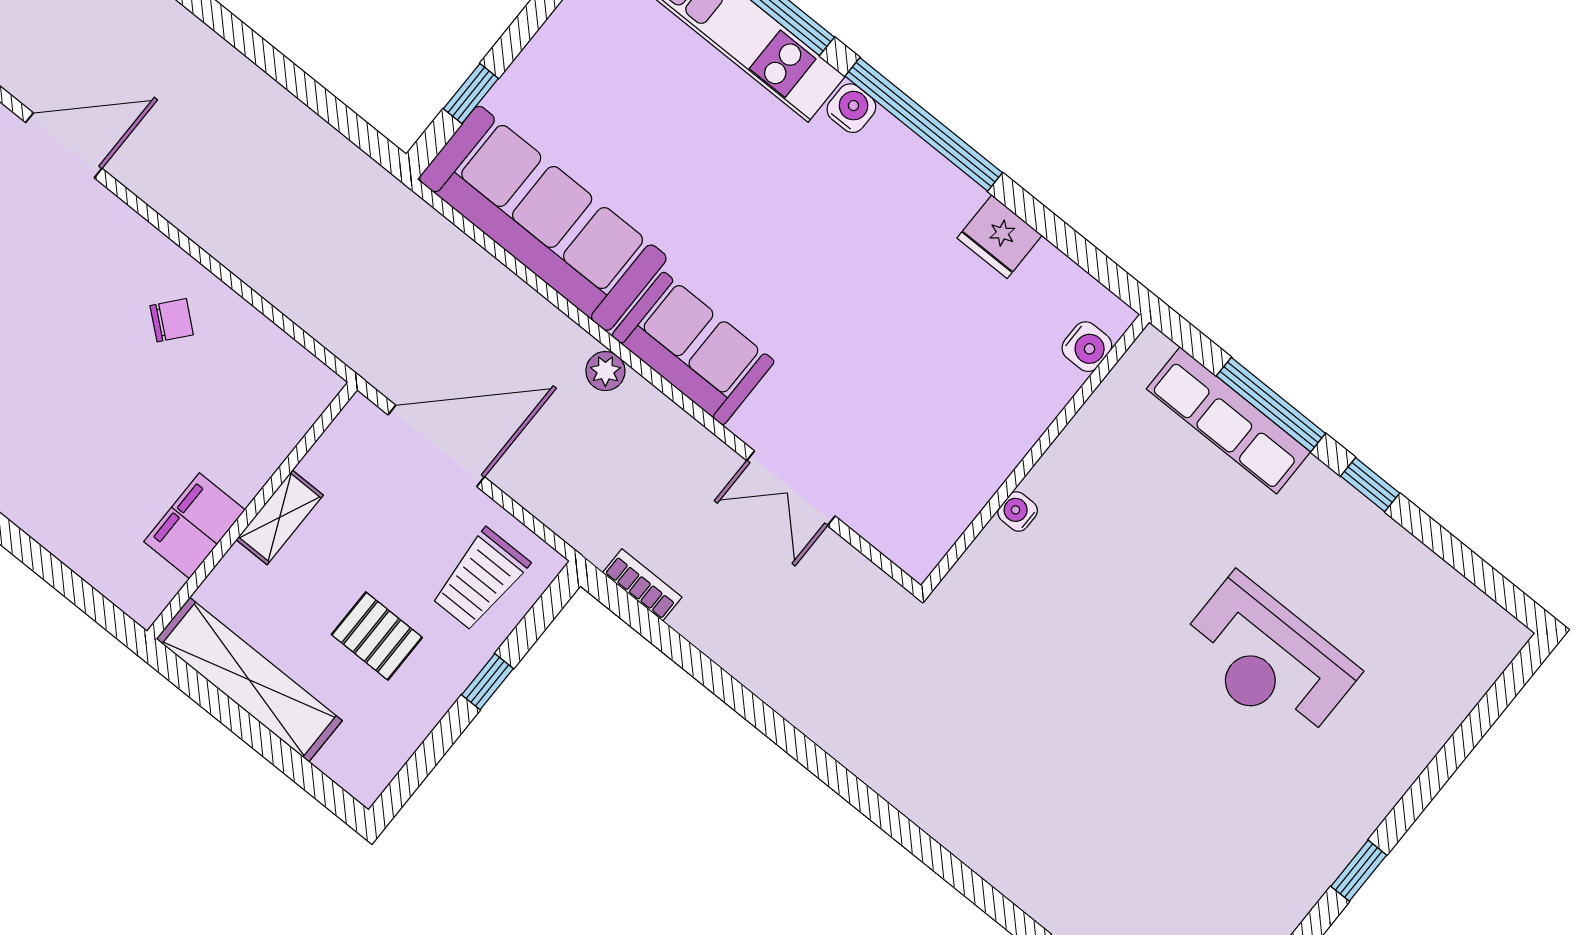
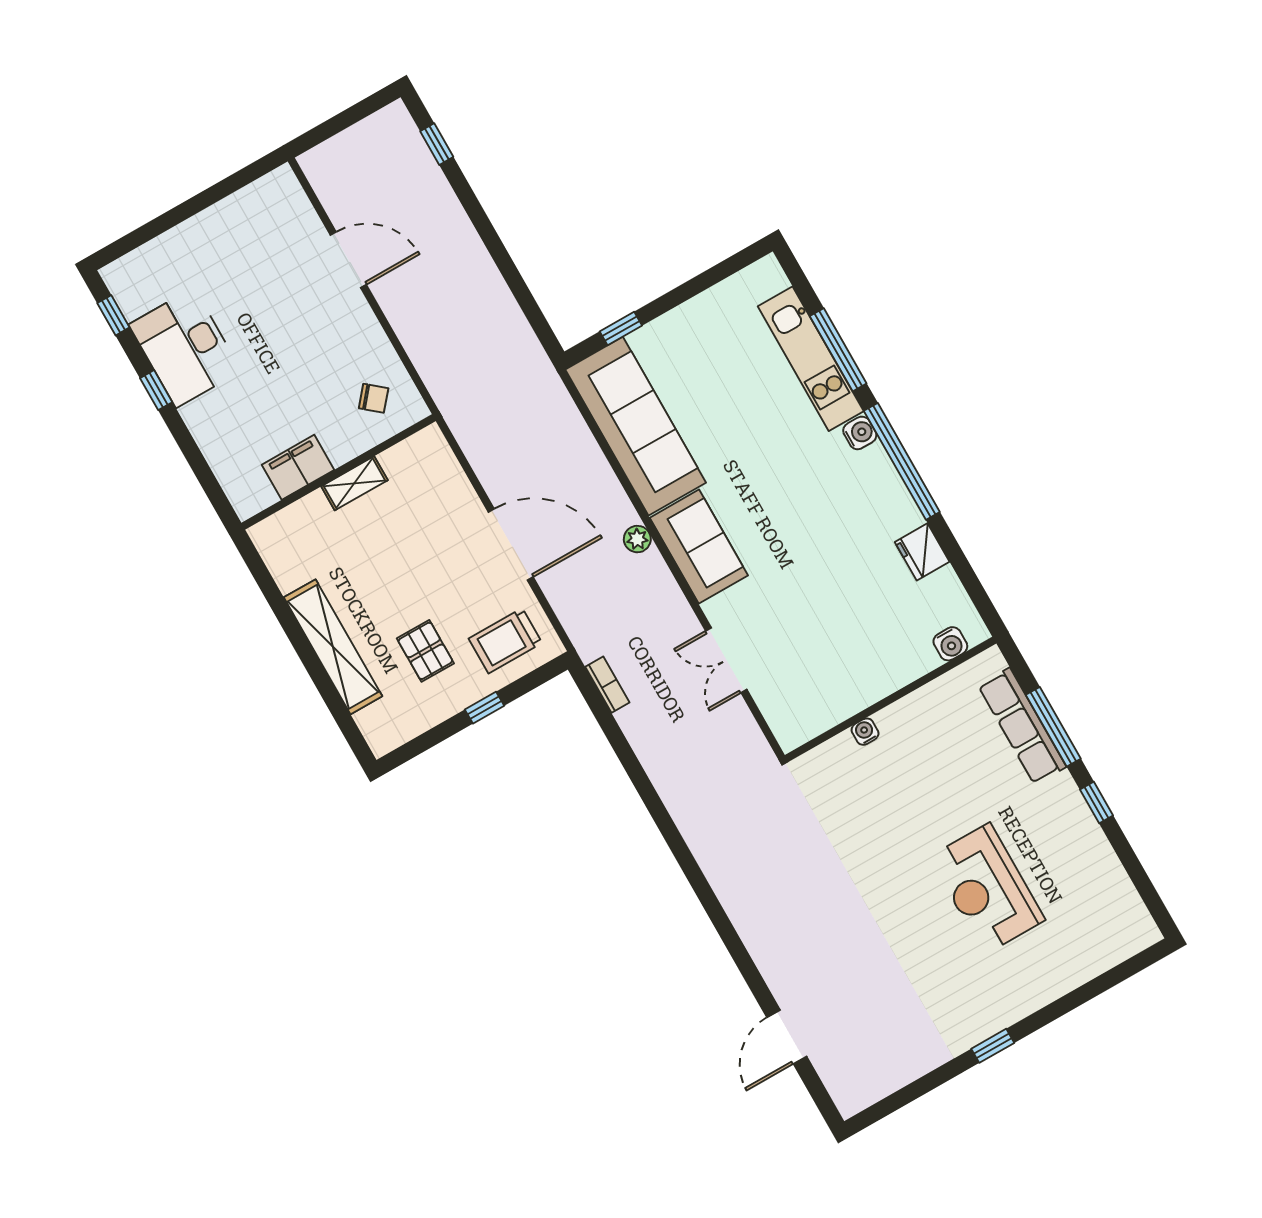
wall: (252, 511) -> (339, 472), moved
shelving: (280, 517) -> (354, 483), moved
filing cabinet: (194, 526) -> (298, 467), moved

